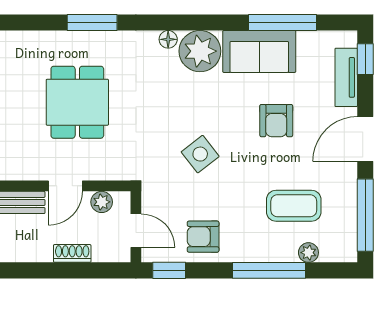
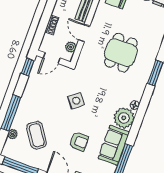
dining table: (77, 102) -> (121, 53), turned 90
armchair: (276, 121) -> (79, 141), turned 180
coffee table: (294, 206) -> (37, 135), turned -34
armchair: (203, 237) -> (38, 88), removed

